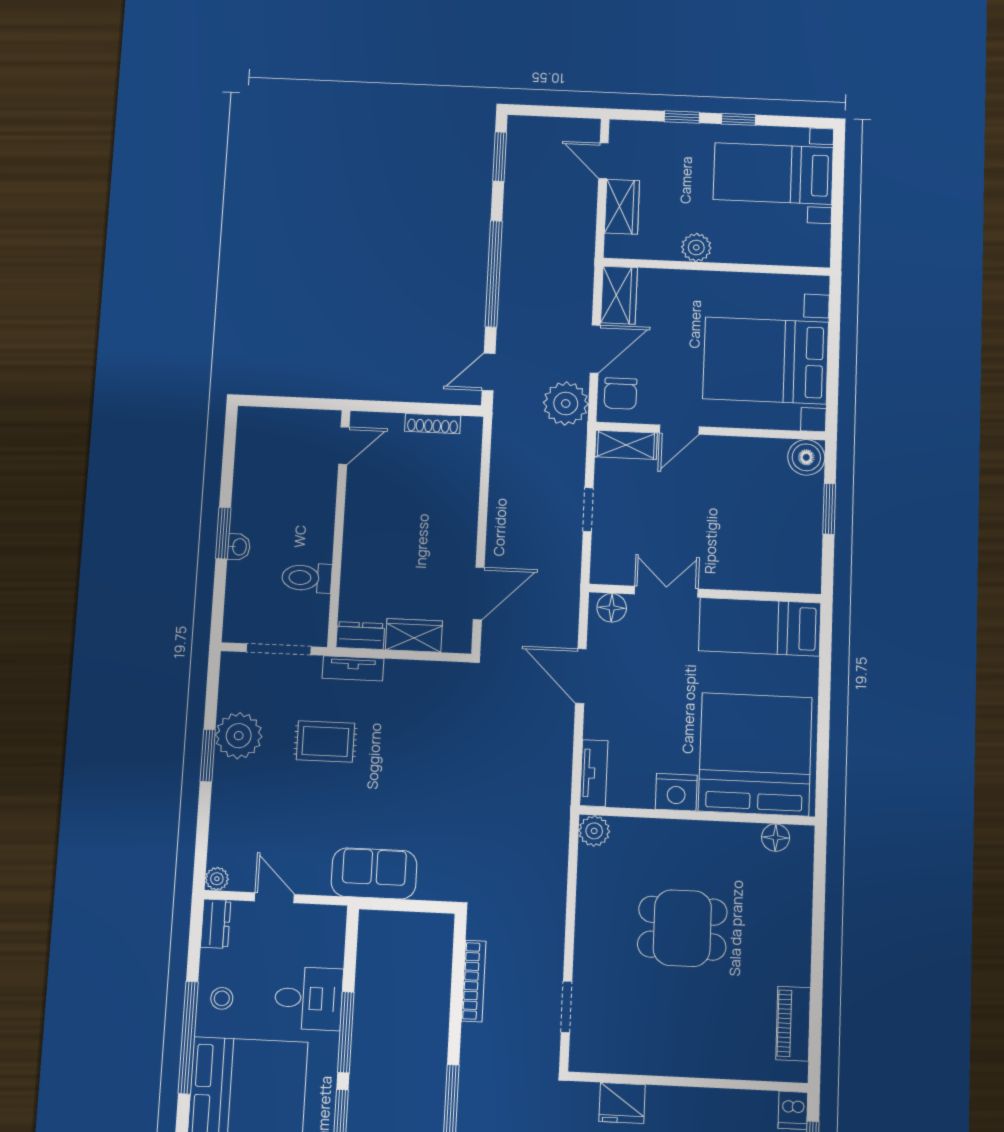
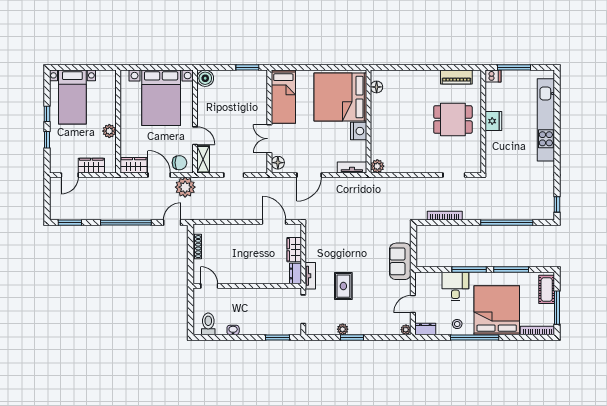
door: (489, 372) -> (172, 223), swing flipped
window: (829, 509) -> (247, 67), moved
window: (223, 533) -> (278, 337), moved
washbasin: (239, 547) -> (233, 330), moved
toilet: (307, 578) -> (208, 324), moved, turned 180
plant: (239, 736) -> (343, 329), width x0.53, depth x0.53
dining table: (682, 928) -> (453, 120), moved, turned 90
fridge: (622, 1103) -> (493, 121), moved

